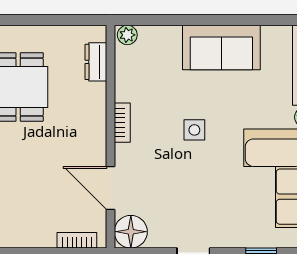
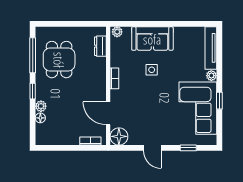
sofa: (221, 48) -> (152, 39), moved
side table: (194, 130) -> (152, 70), moved

